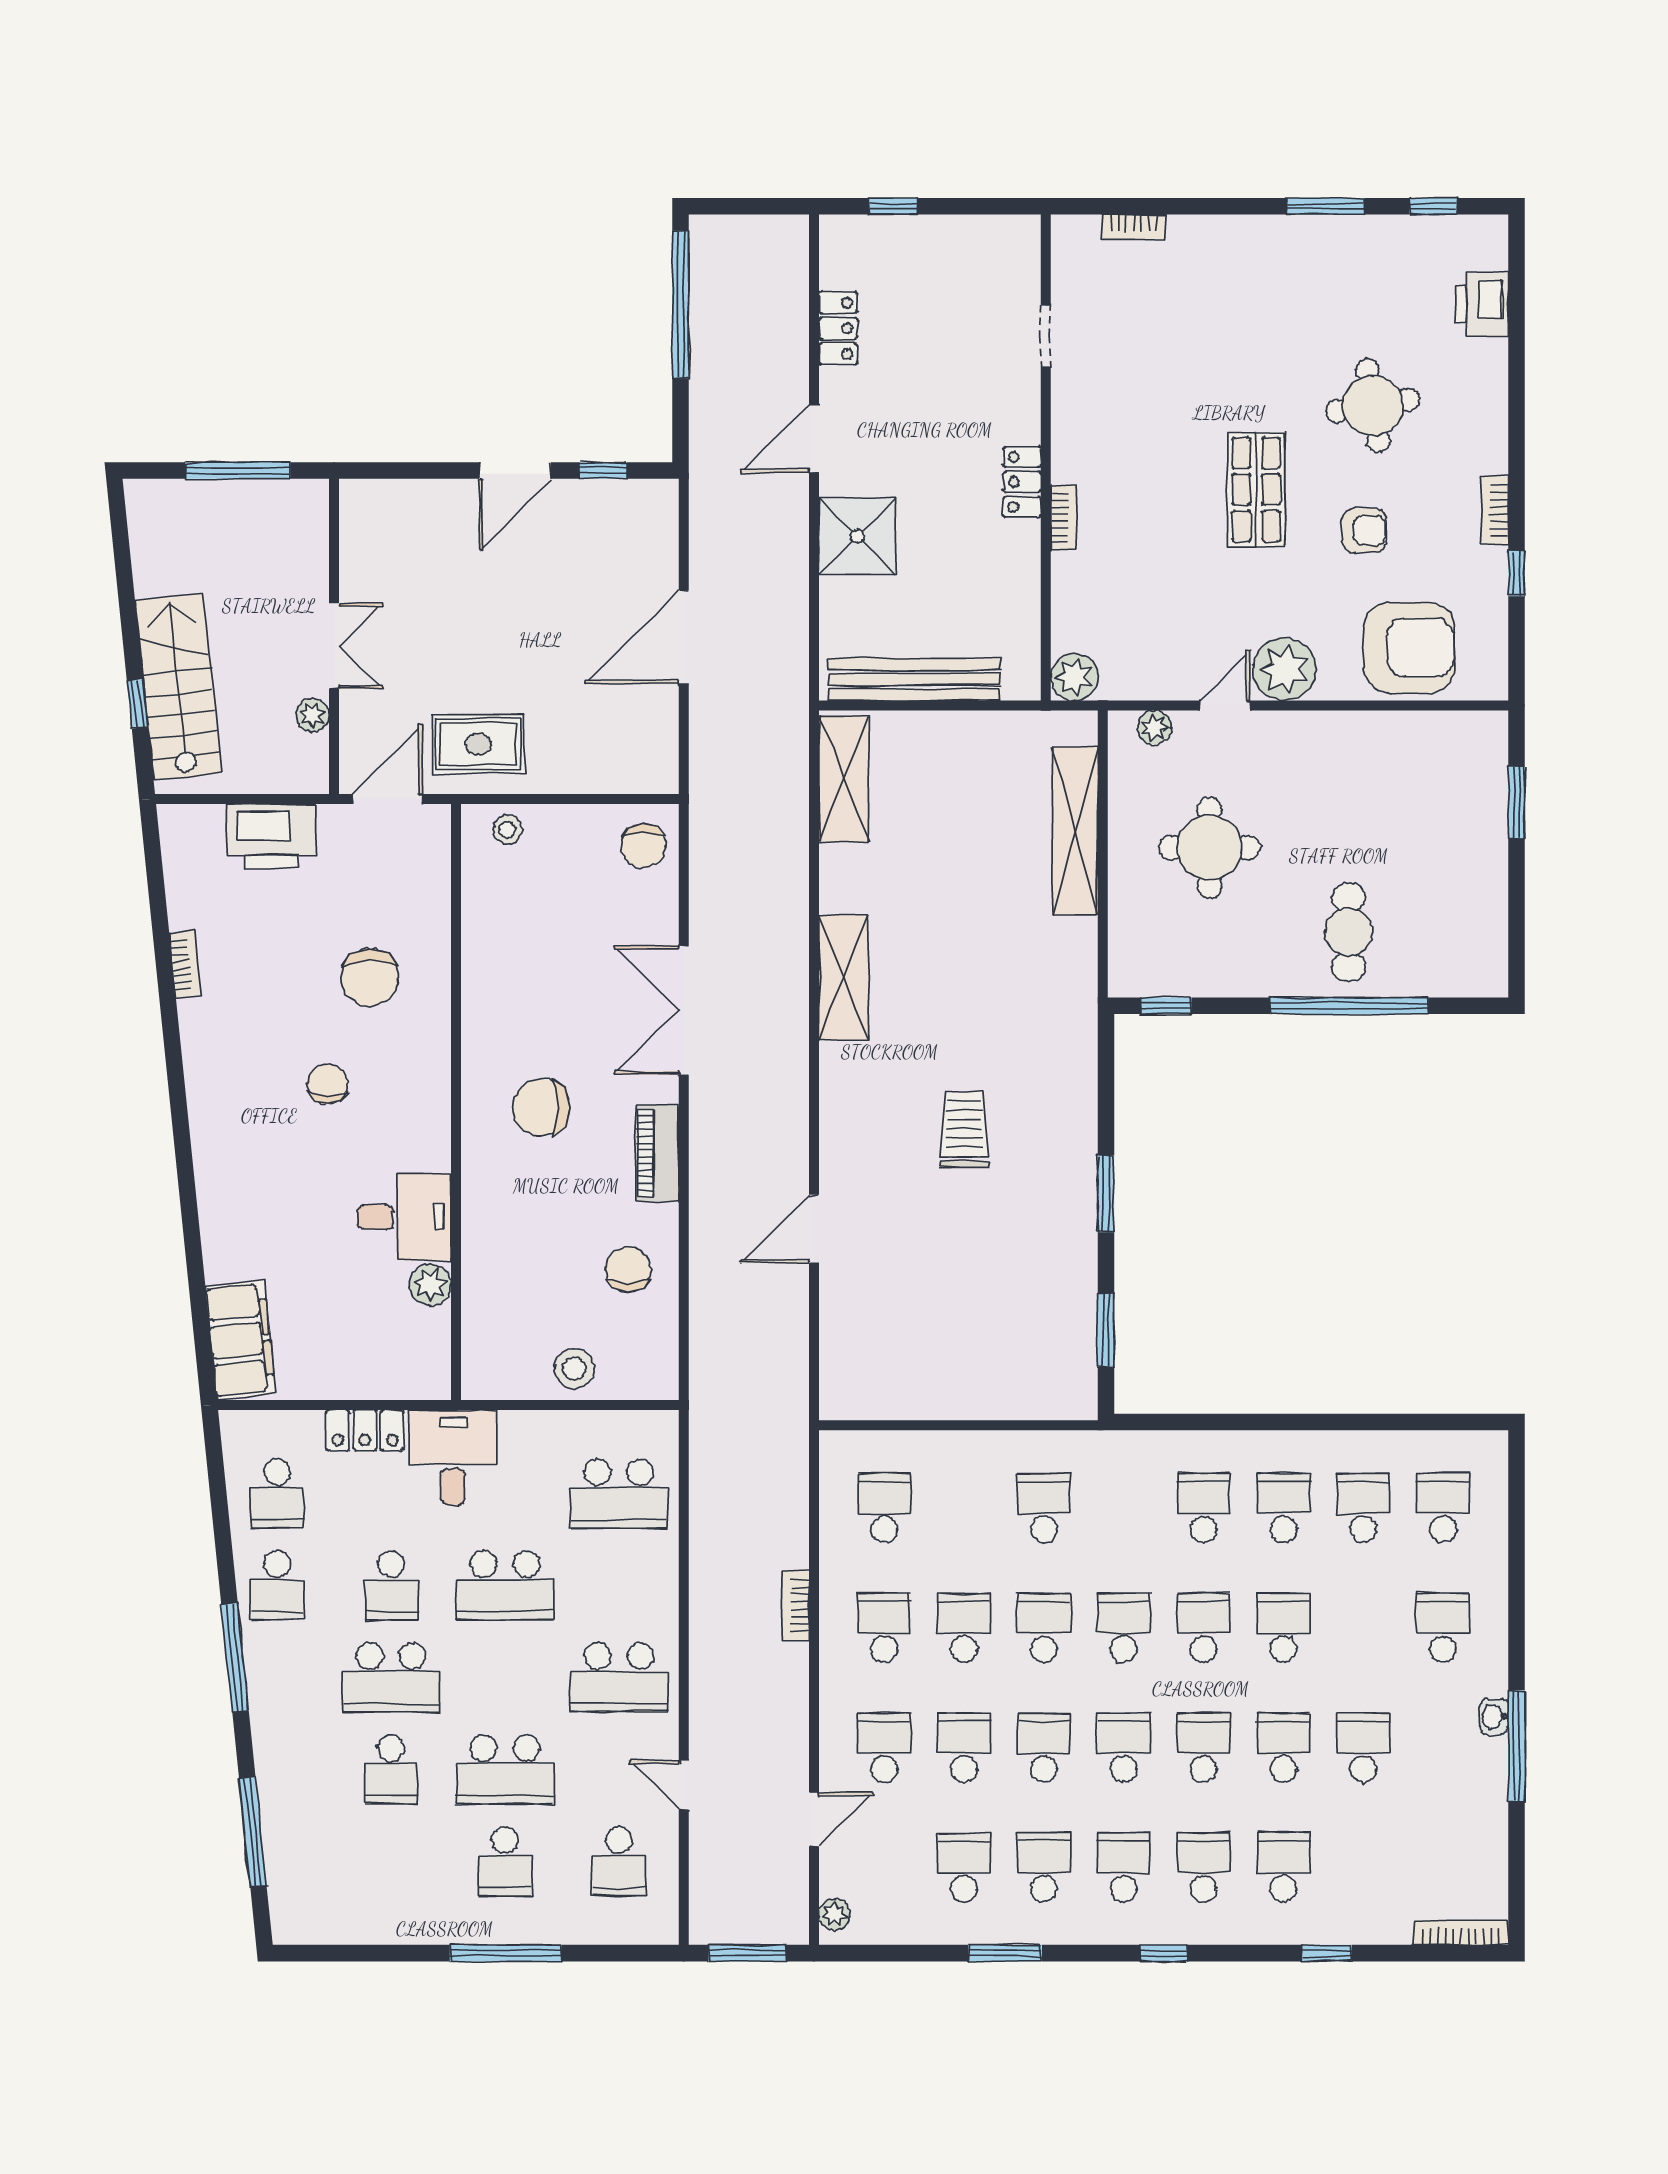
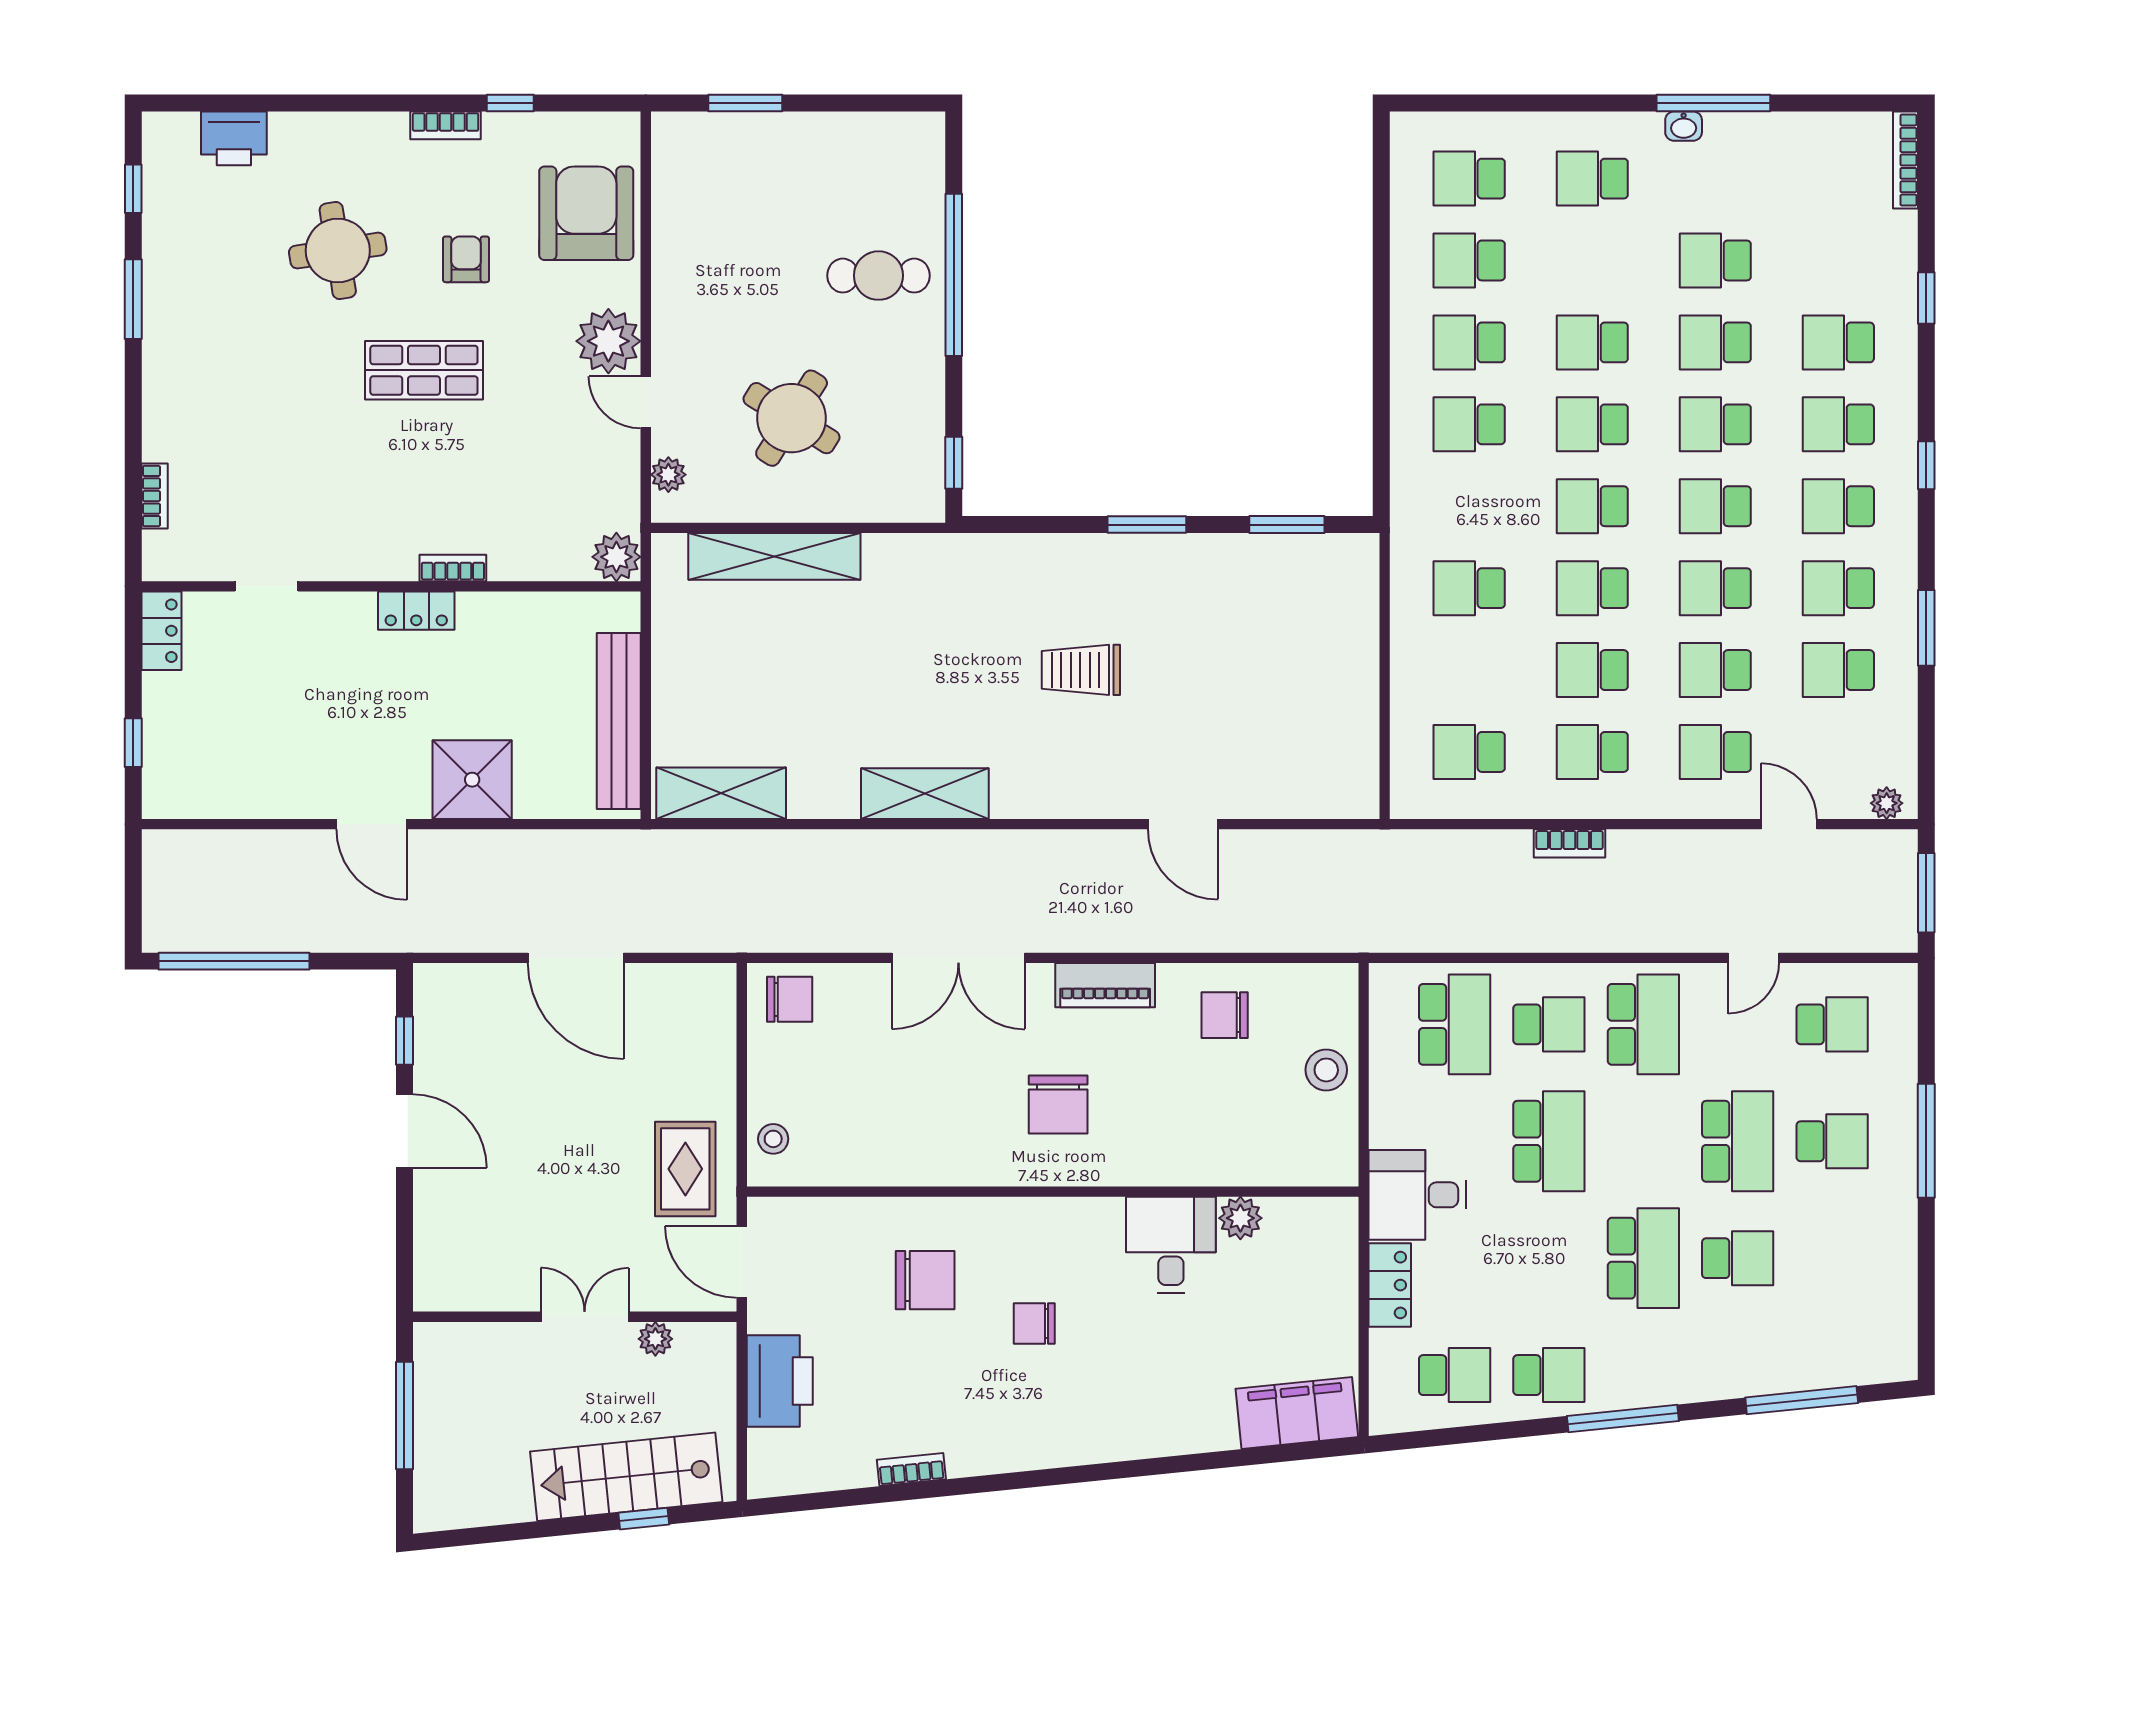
locker: (838, 328) -> (161, 631), moved, turned 90
round table: (1210, 848) -> (792, 418), turned 32
school desk: (391, 1585) -> (1549, 1024), moved

